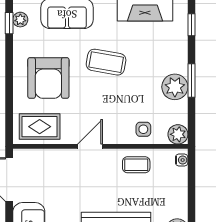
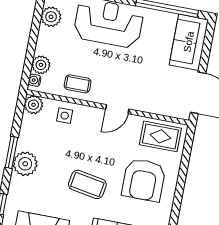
armchair: (48, 78) -> (144, 180), turned 180
plant: (175, 87) -> (25, 164), moved
plant: (178, 177) -> (41, 65), added

